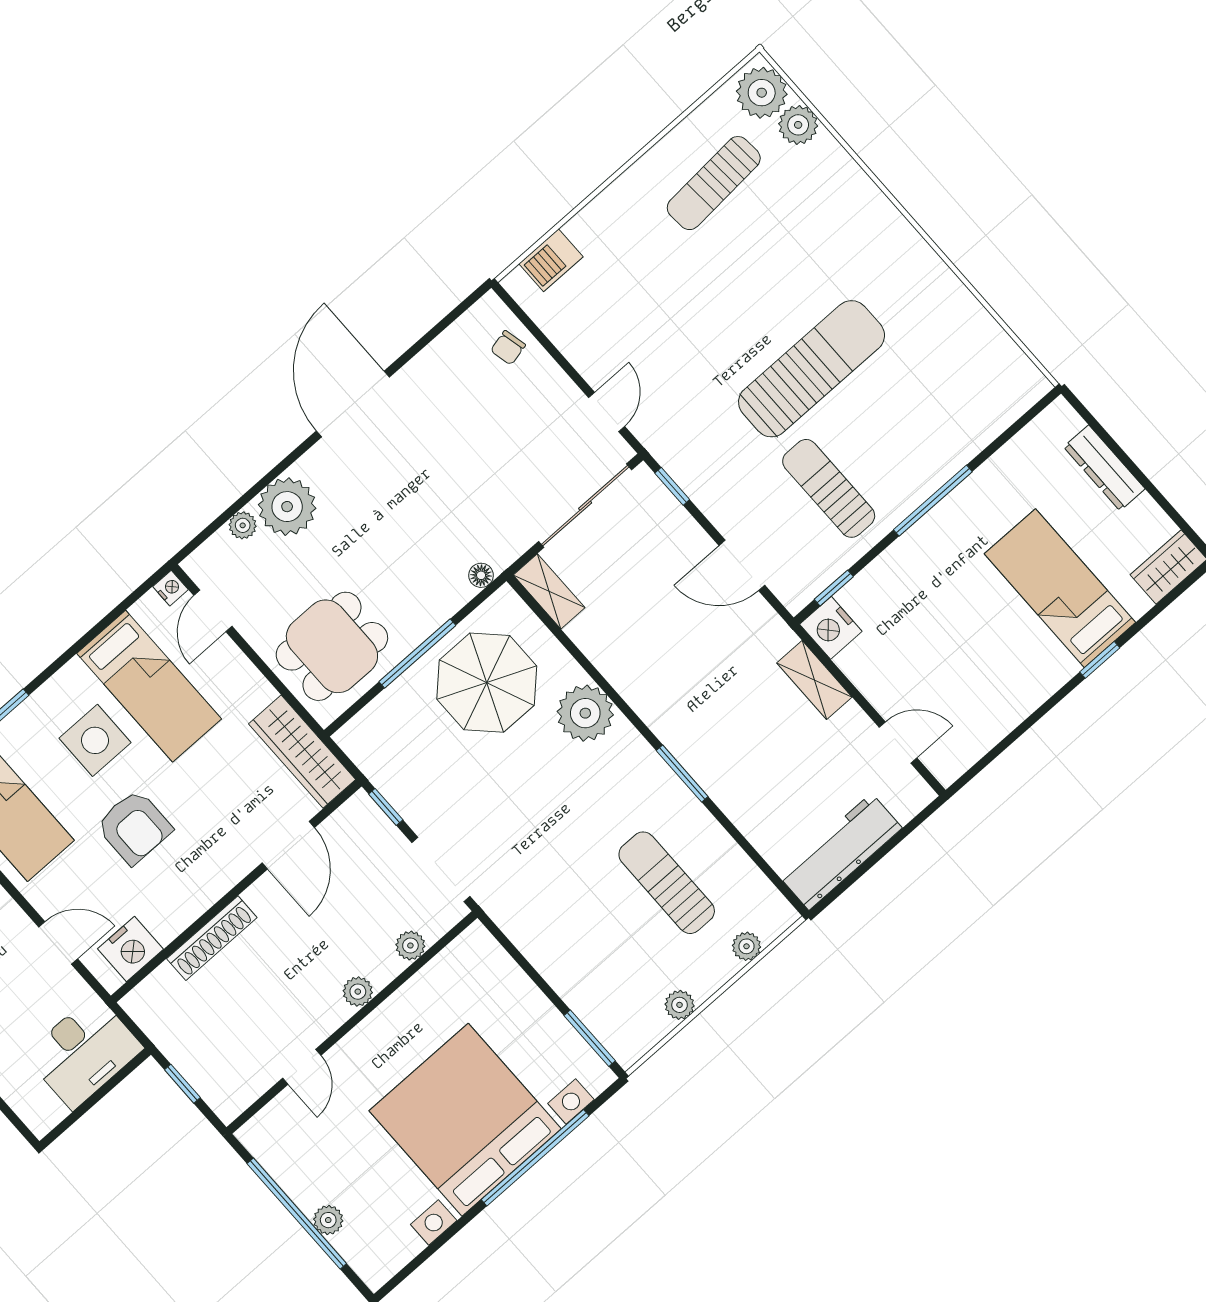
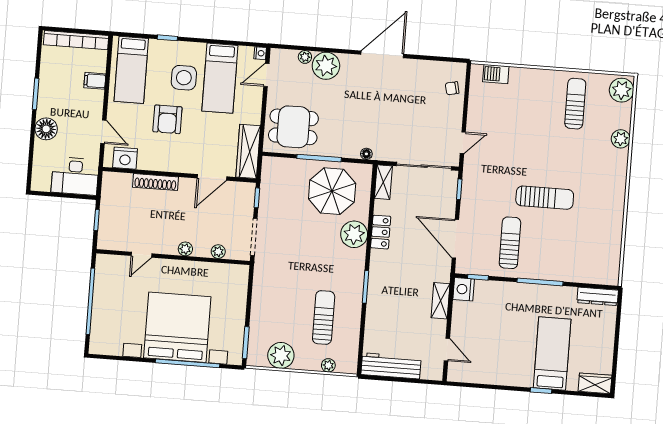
plant: (798, 125) -> (621, 139), moved
sun lounger: (714, 183) -> (575, 104), turned 94
sun lounger: (812, 369) -> (545, 198), width x0.73, depth x0.75
dresser: (1104, 468) -> (598, 296), moved, turned -90
door: (742, 565) -> (455, 239), width x1.36
locker: (621, 669) -> (381, 232), added
plant: (680, 1005) -> (281, 355), width x1.87, depth x1.87
plant: (328, 1220) -> (98, 314), removed

